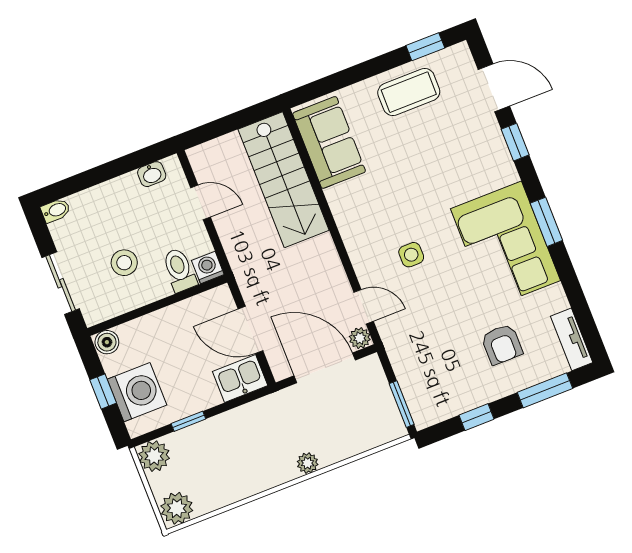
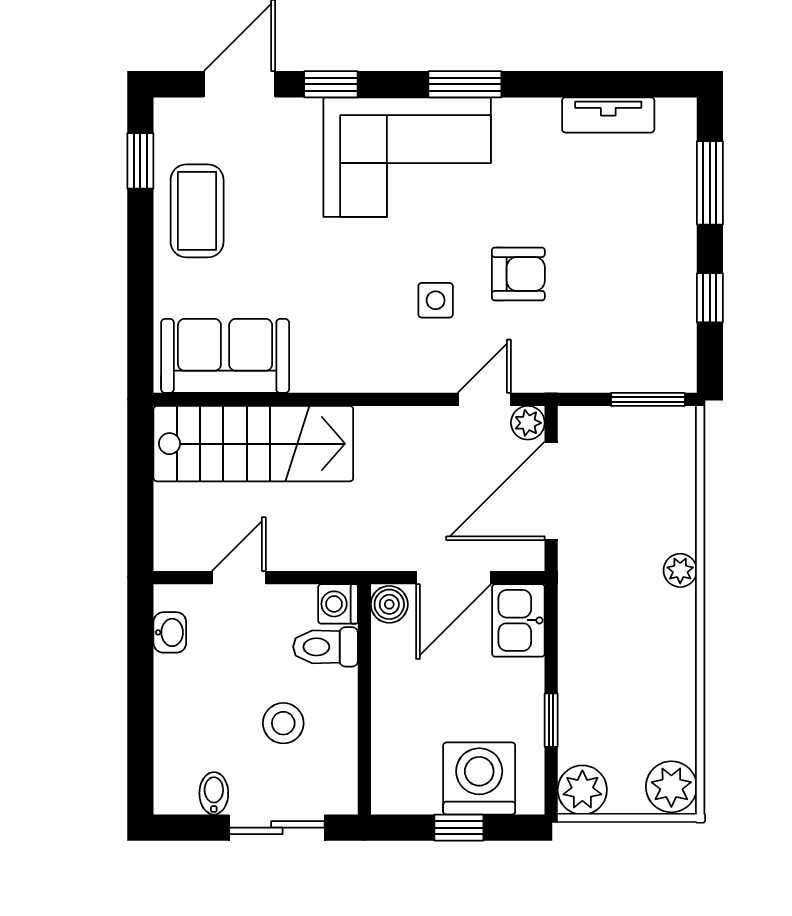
bidet: (56, 210) -> (214, 793), moved
corner sofa: (505, 245) -> (407, 157), moved
tv unit: (572, 339) -> (608, 115), moved
boiler: (107, 342) -> (389, 604), moved
armchair: (502, 344) -> (518, 274), moved

